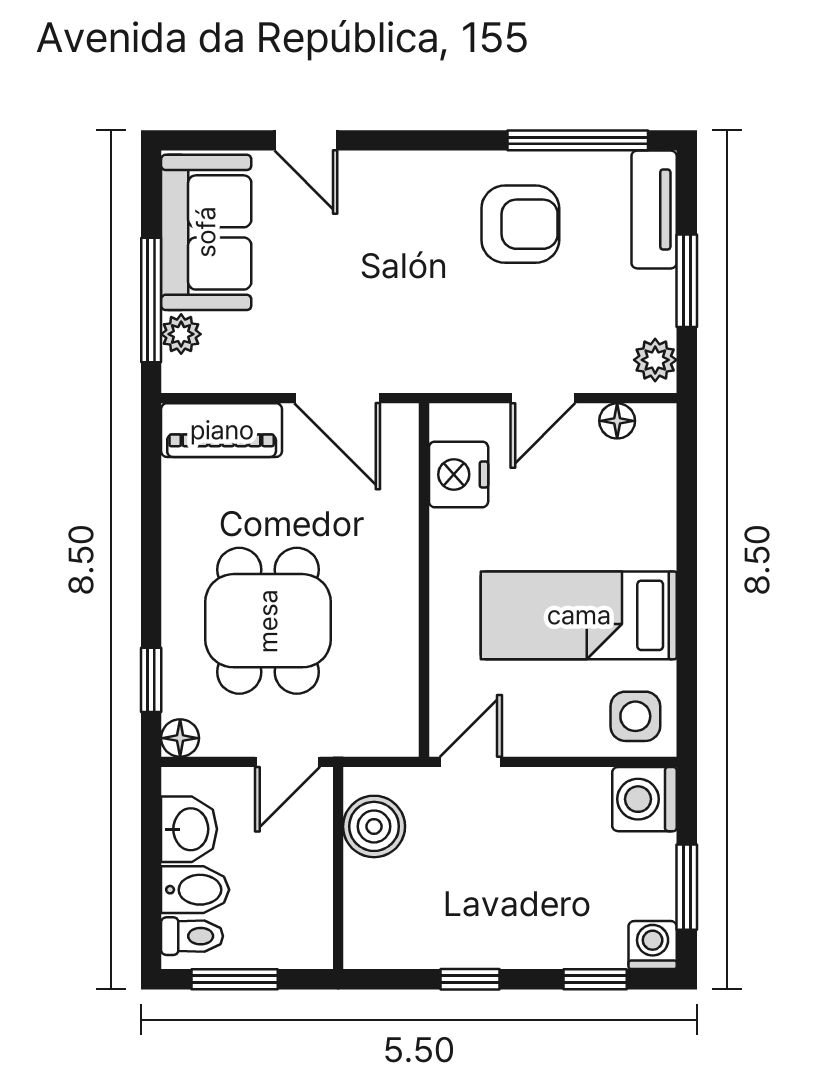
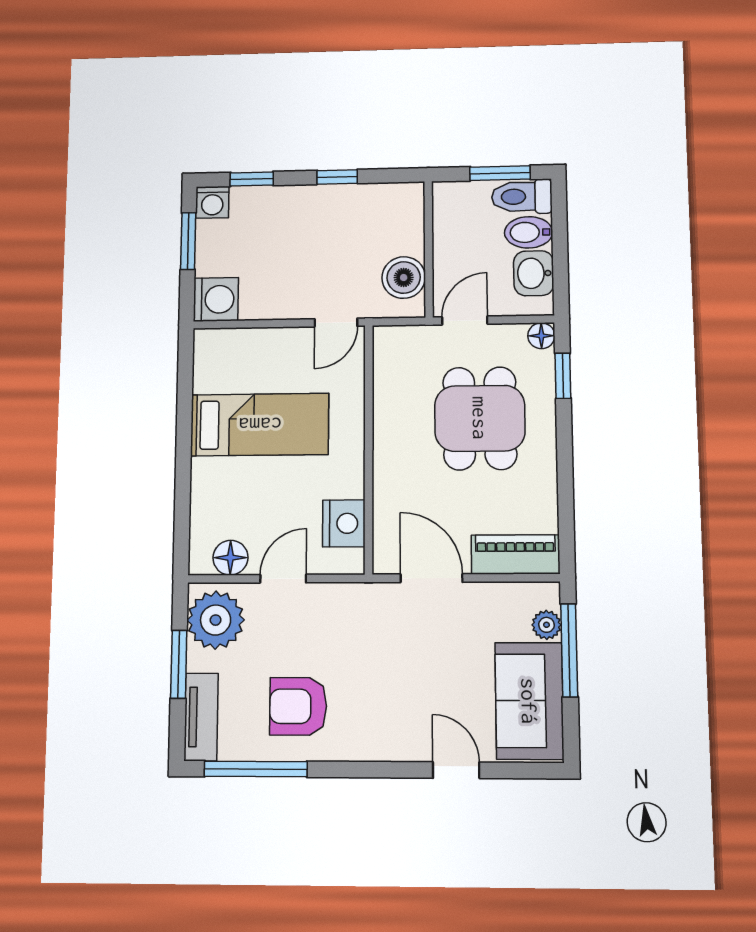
plant: (655, 360) -> (216, 620), width x1.87, depth x1.87
floor lamp: (617, 421) -> (230, 558), width x1.37, depth x1.37
side table: (635, 716) -> (221, 355), removed
toilet: (192, 936) -> (522, 197), width x1.37, depth x1.39

